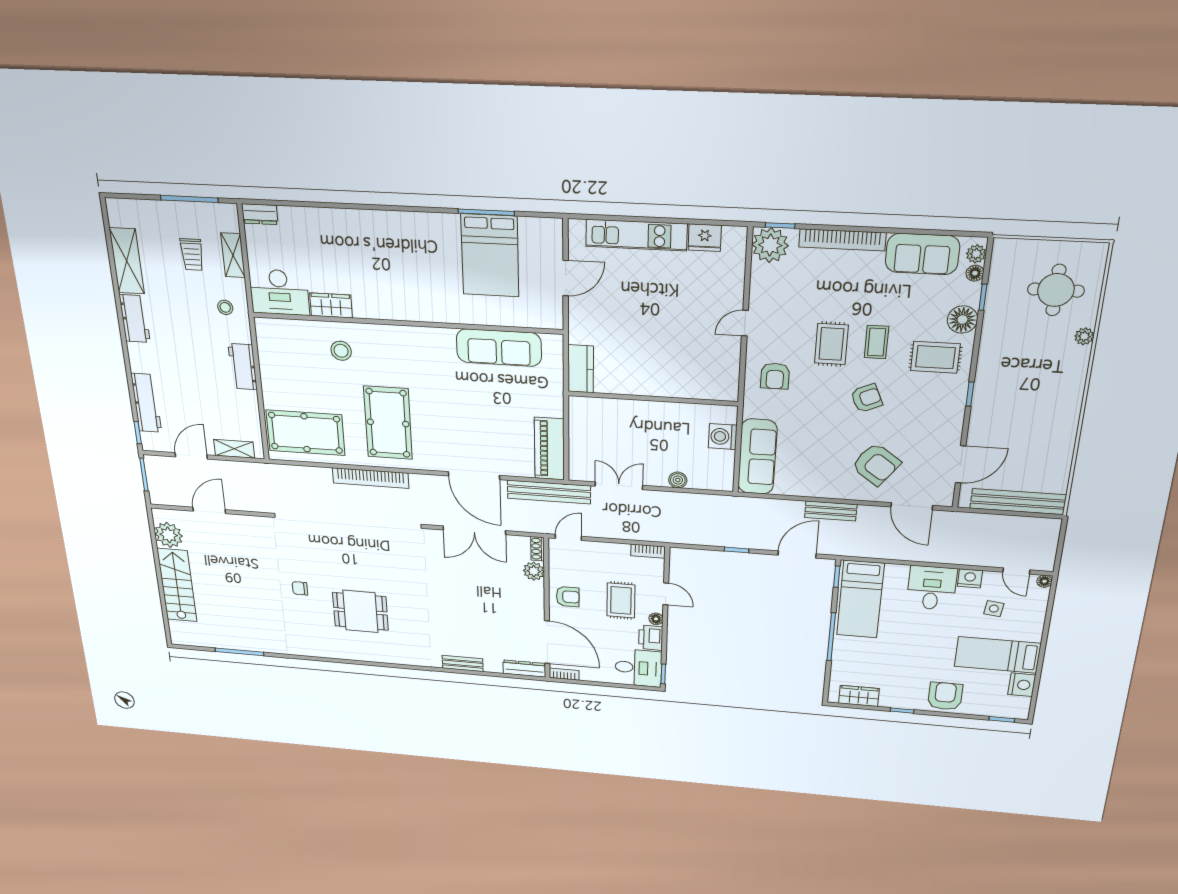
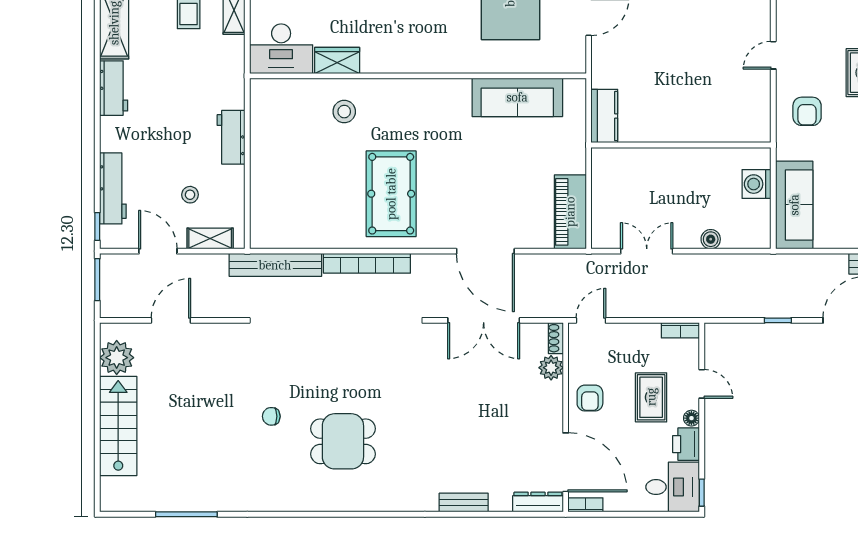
stool: (225, 307) -> (190, 195), moved
pool table: (305, 433) -> (296, 212), removed
door: (191, 456) -> (158, 251), hinge flipped
bench: (549, 492) -> (275, 265), moved
armchair: (568, 597) -> (590, 398), turned 90

